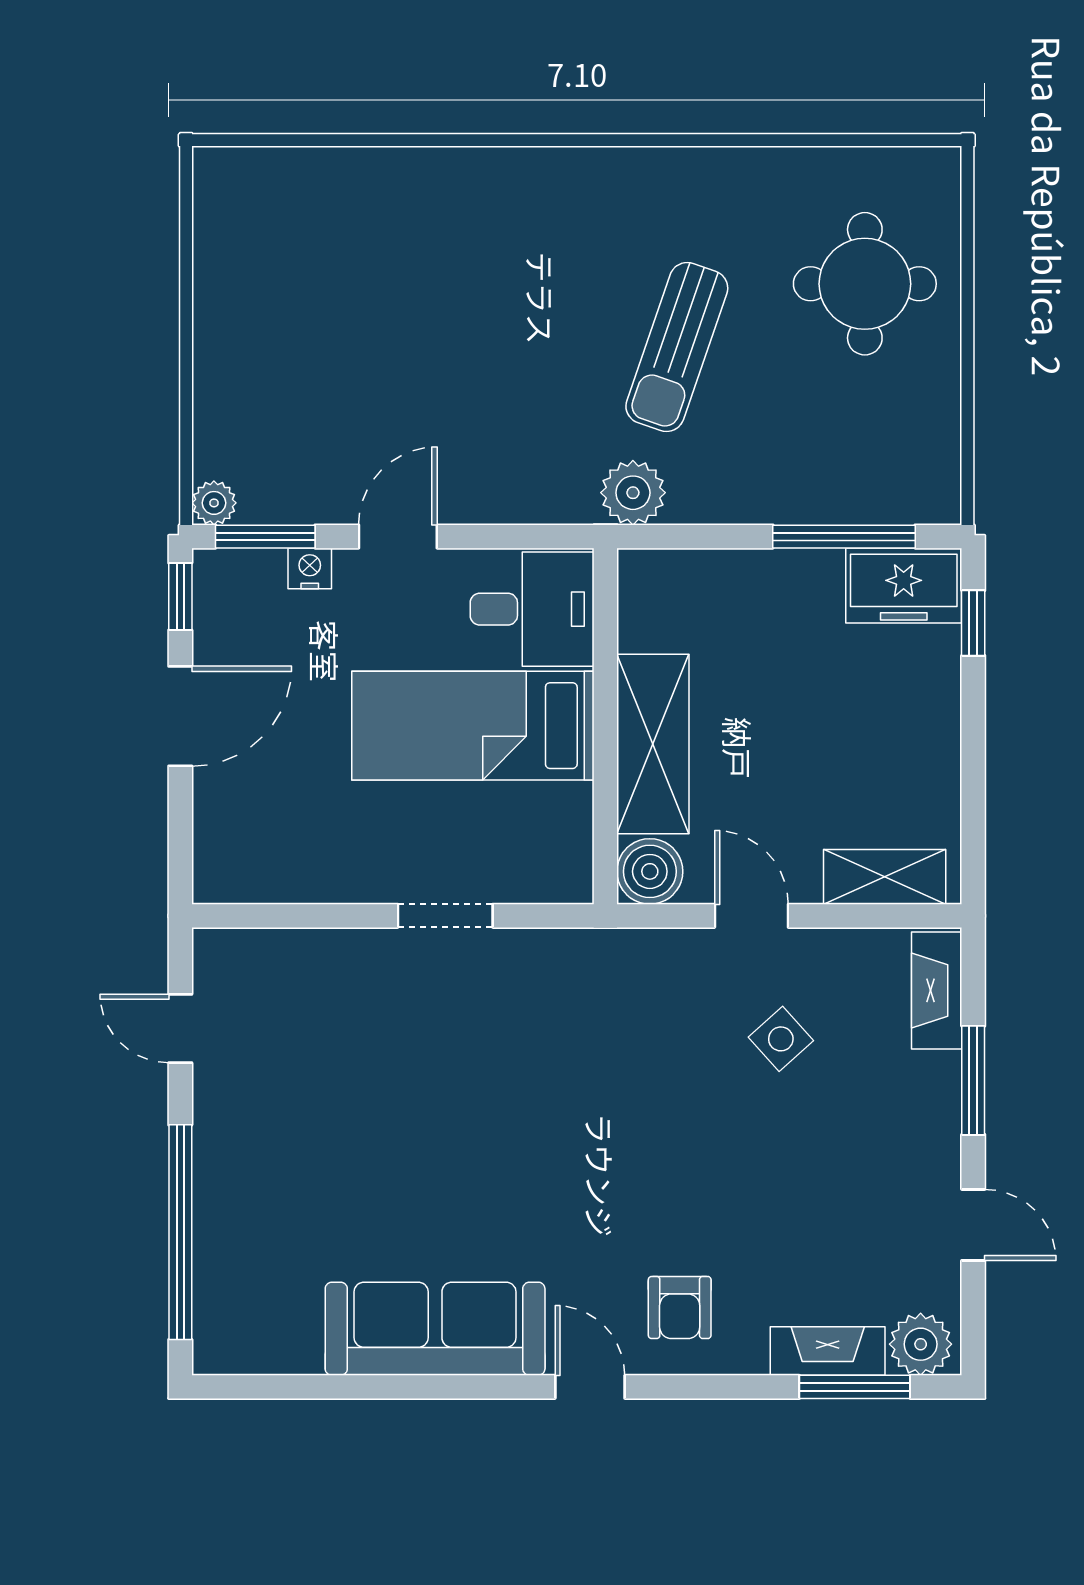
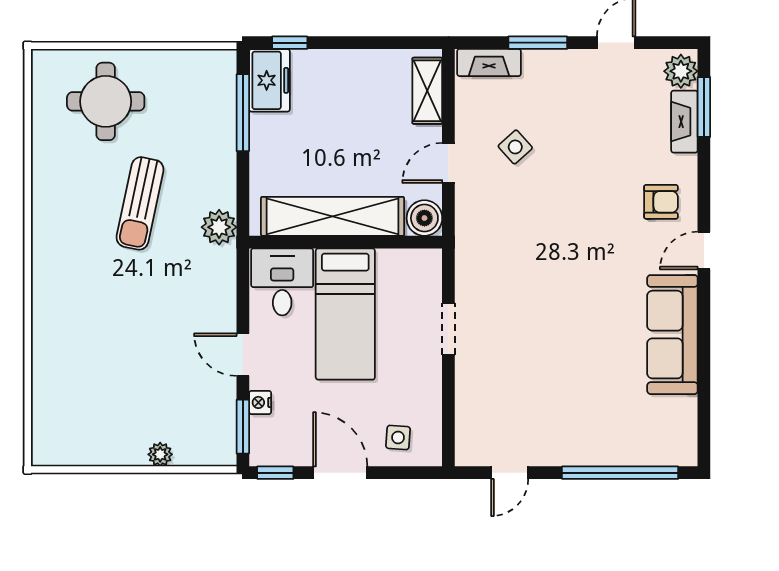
sun lounger: (677, 347) -> (140, 203), turned 83
plant: (214, 503) -> (160, 454), moved
shelving: (653, 744) -> (333, 216), width x1.47
side table: (245, 823) -> (398, 438), added

